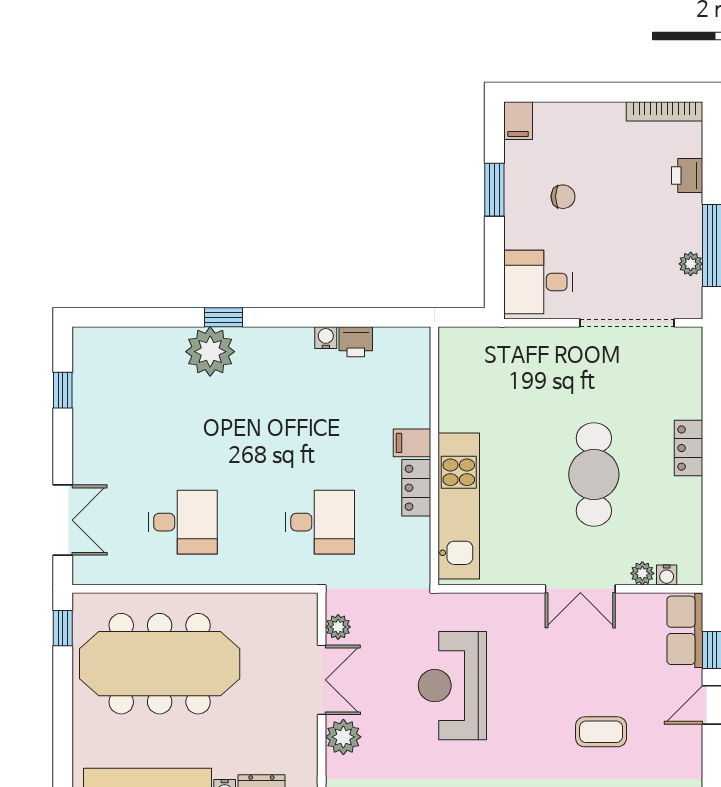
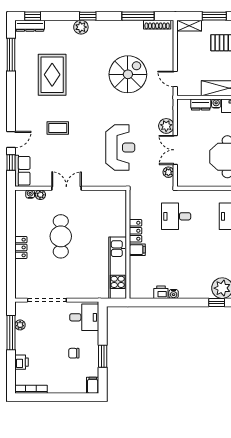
kitchen unit: (459, 506) -> (118, 268), moved

